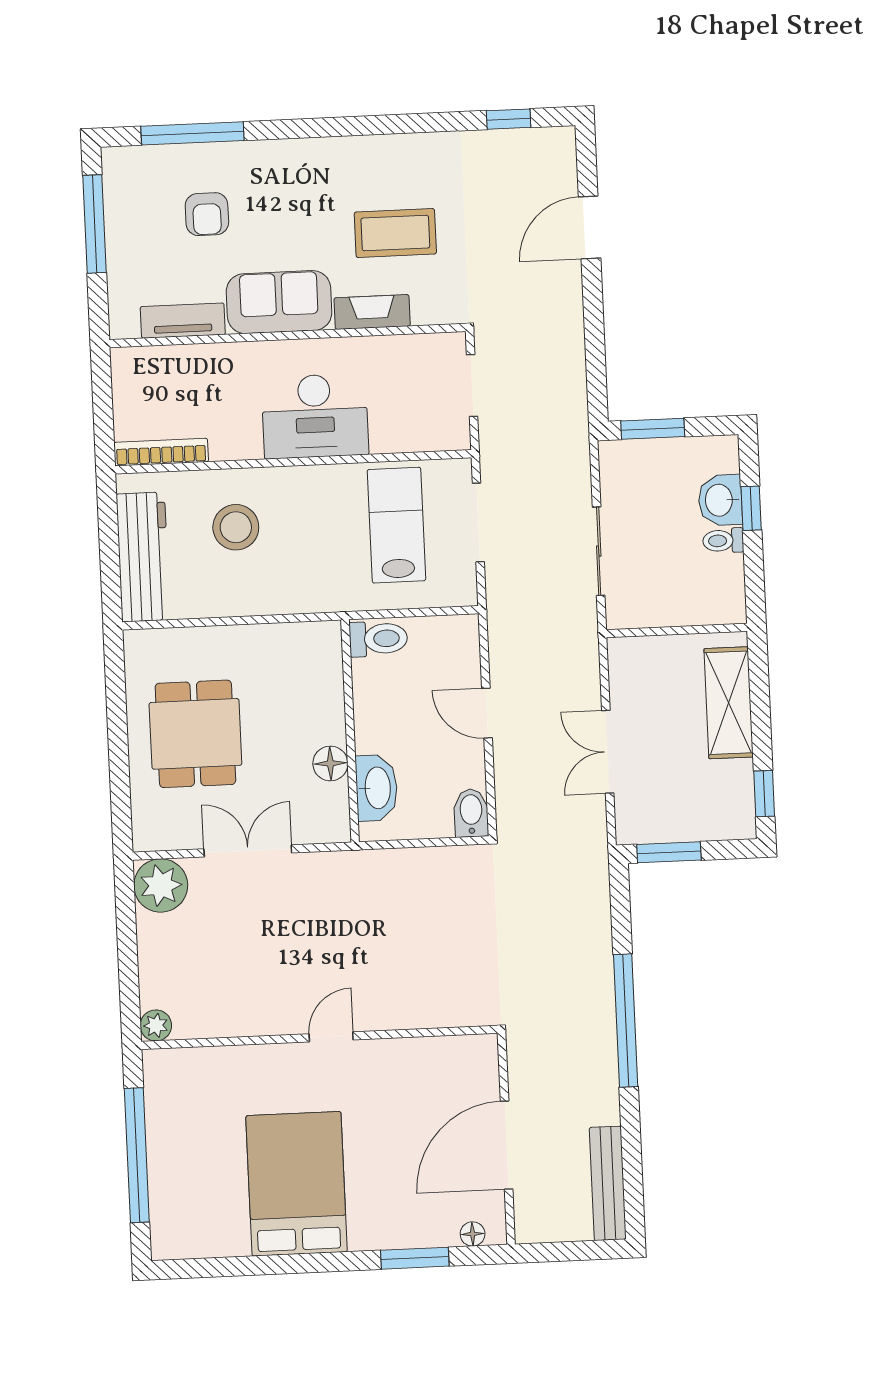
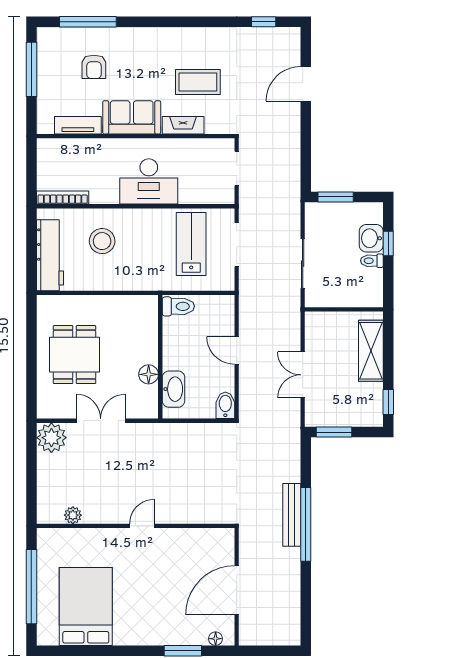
plant: (156, 1025) -> (73, 515), moved
bench: (608, 1183) -> (292, 515), moved
bed: (297, 1184) -> (86, 606), moved

